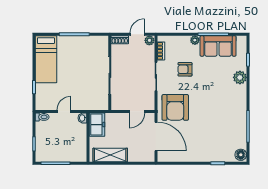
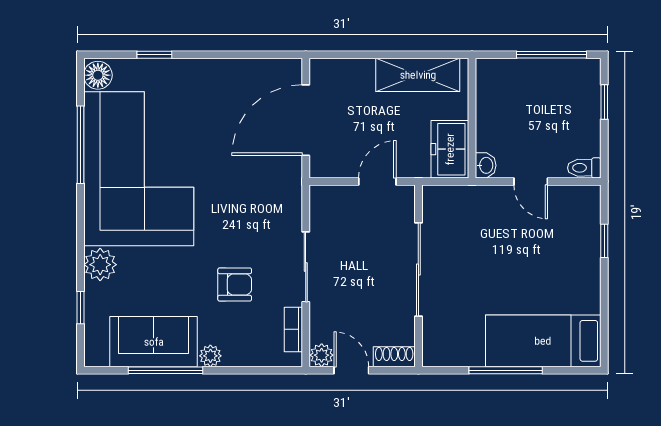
door: (137, 34) -> (351, 370), swing flipped
bed: (46, 59) -> (543, 341), moved, turned -90
armchair: (175, 107) -> (258, 191), removed
door: (64, 111) -> (531, 181), hinge flipped
door: (137, 111) -> (377, 181), moved
corner sofa: (224, 117) -> (139, 169), added
door: (156, 136) -> (306, 120), hinge flipped

